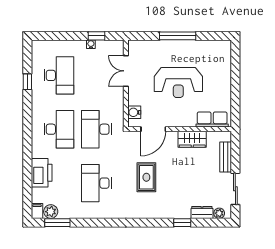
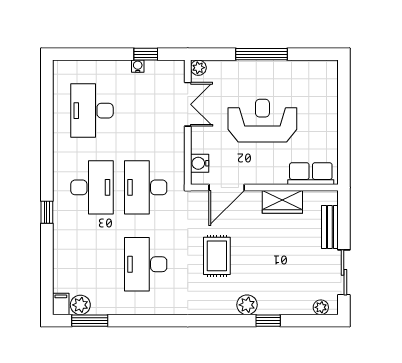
plant: (133, 45) -> (198, 68), added
double door: (126, 71) -> (188, 104), swing flipped
desk: (59, 75) -> (92, 111), turned 180
window: (27, 82) -> (47, 212), moved
reception desk: (178, 82) -> (262, 121), turned 180
printer: (42, 173) -> (67, 250), removed
plant: (167, 211) -> (247, 305), added
dresser: (202, 212) -> (296, 306), removed

